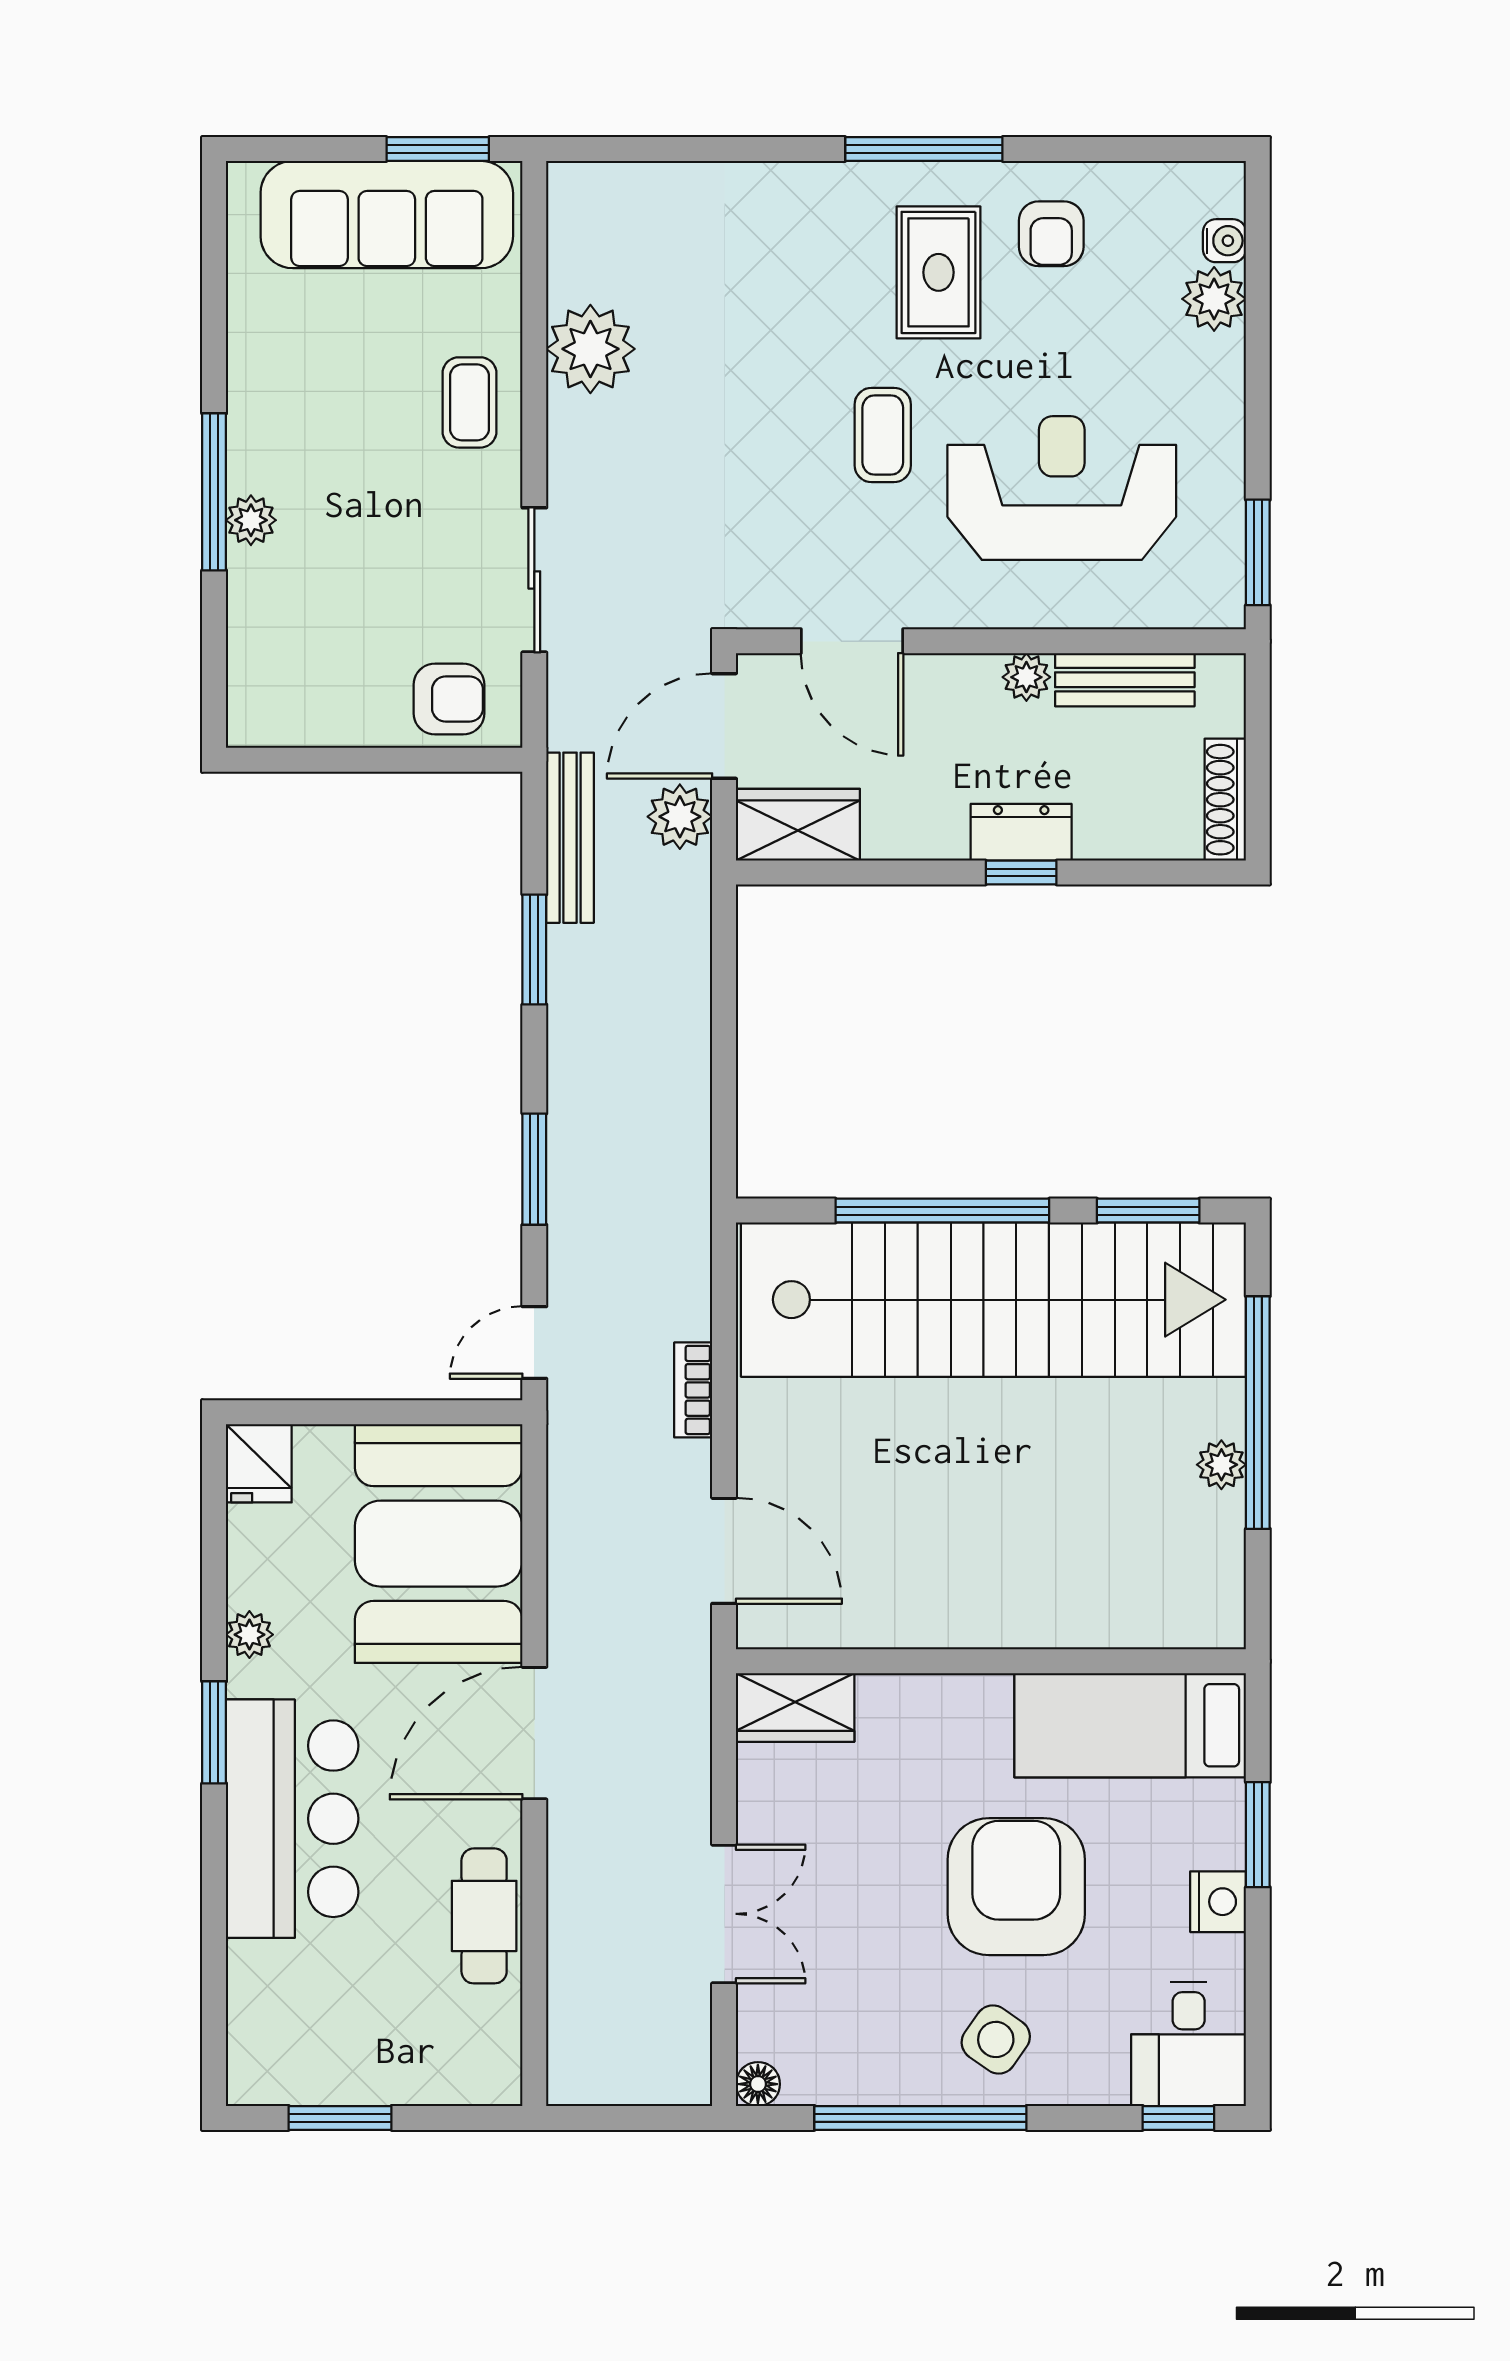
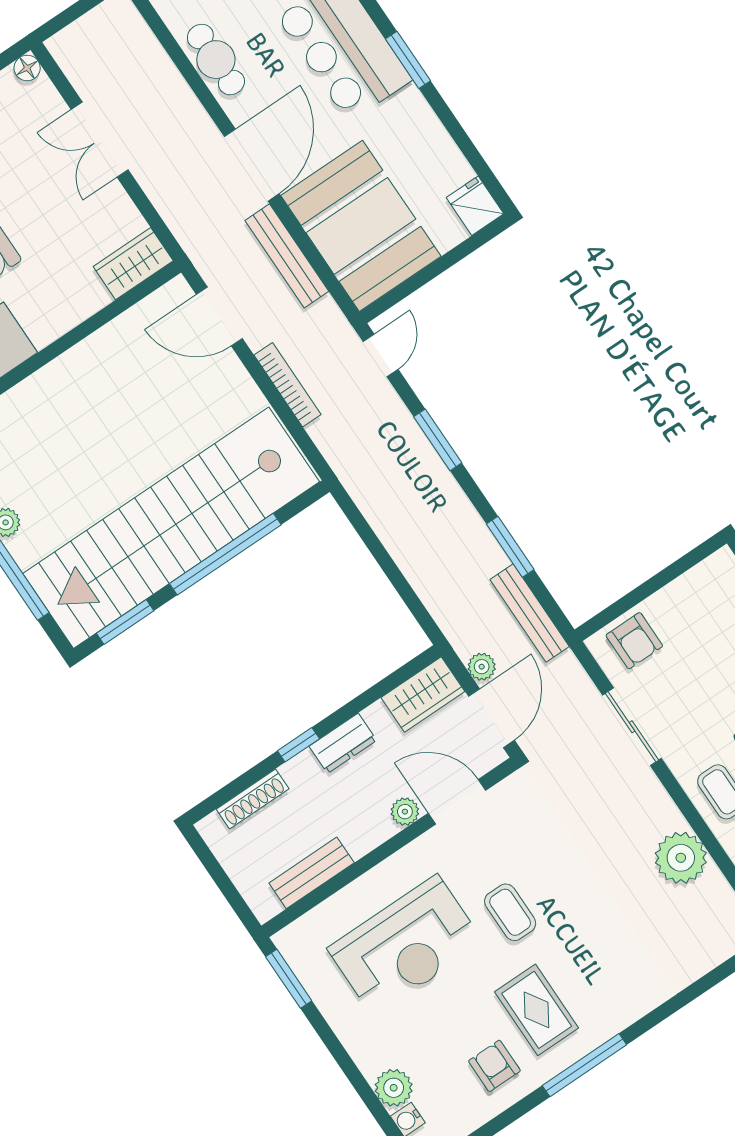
plant: (1026, 677) -> (405, 812), moved
armchair: (449, 699) -> (634, 641), turned -90
shoe rack: (1225, 800) -> (253, 799), moved, turned 90
plant: (680, 817) -> (482, 667), width x0.73, depth x0.73
dresser: (1021, 832) -> (343, 743), moved
bookcase: (693, 1390) -> (288, 385), width x1.56
bench: (571, 1572) -> (287, 256), added
plant: (249, 1635) -> (423, 119), removed

